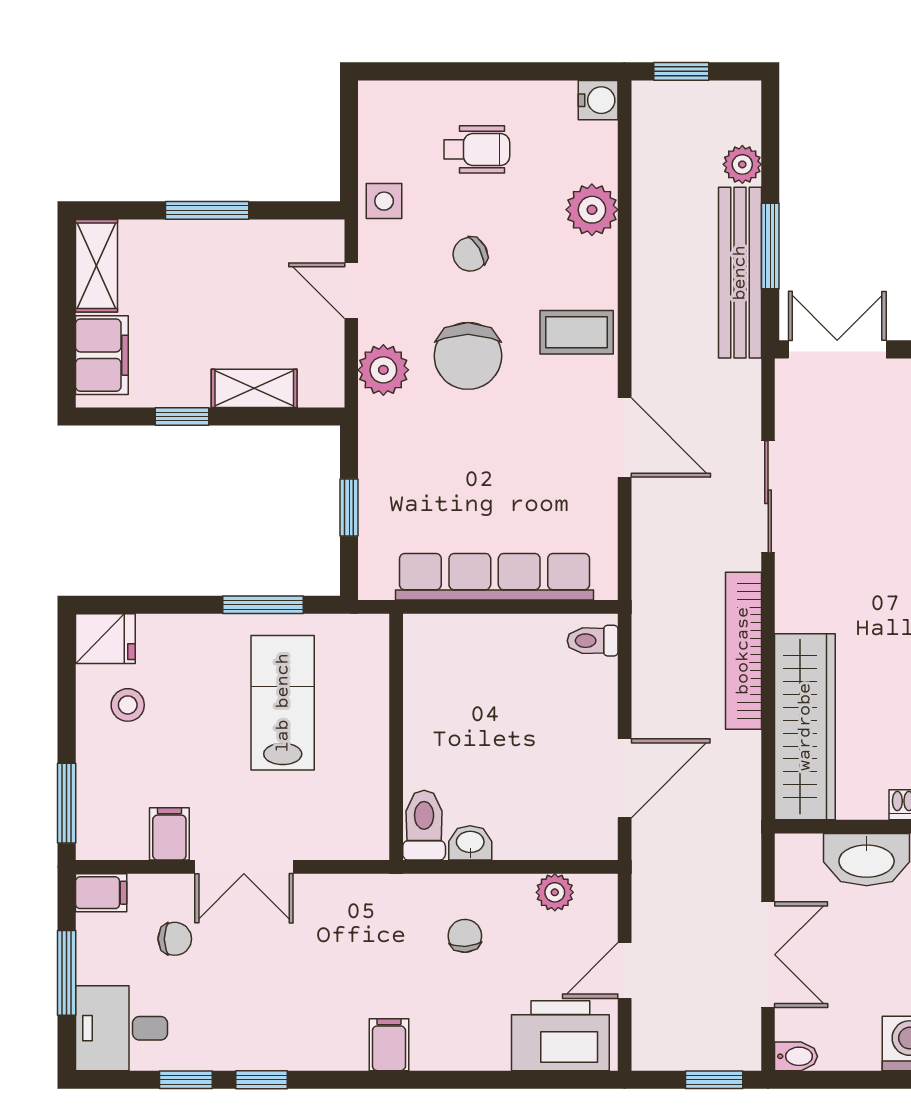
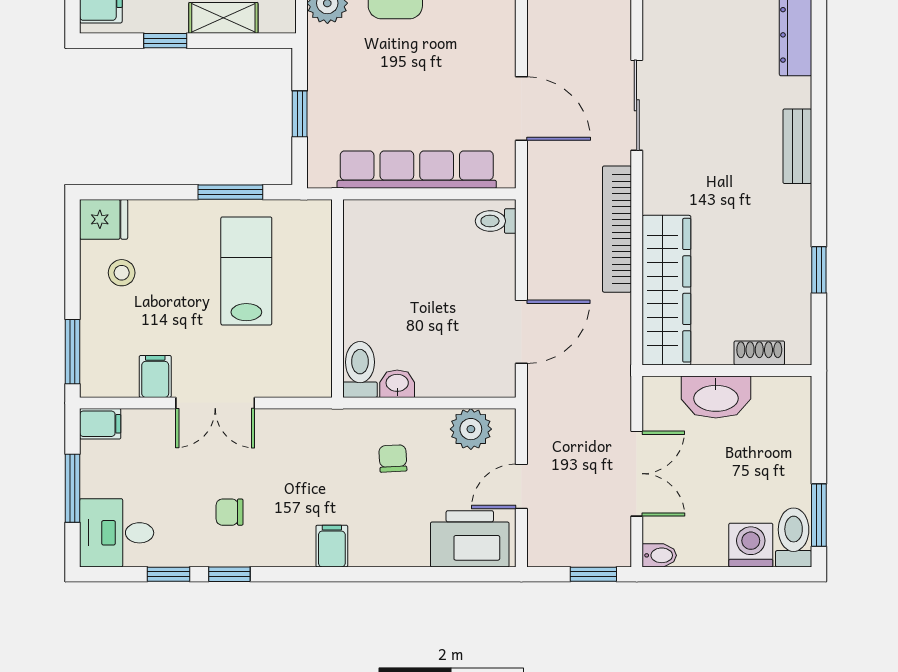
door: (625, 438) -> (521, 108), moved
plant: (555, 892) -> (471, 429), width x1.38, depth x1.38
chair: (175, 939) -> (230, 512), moved, turned 180

